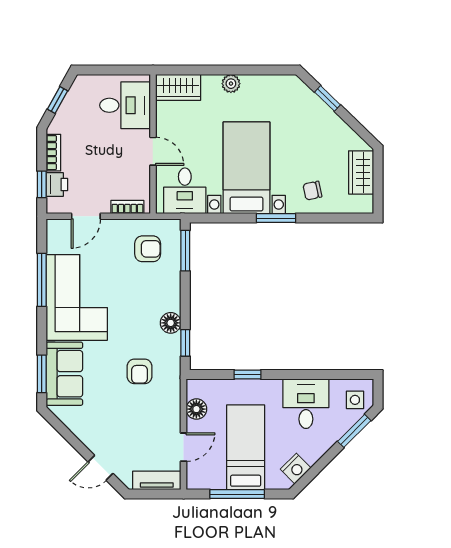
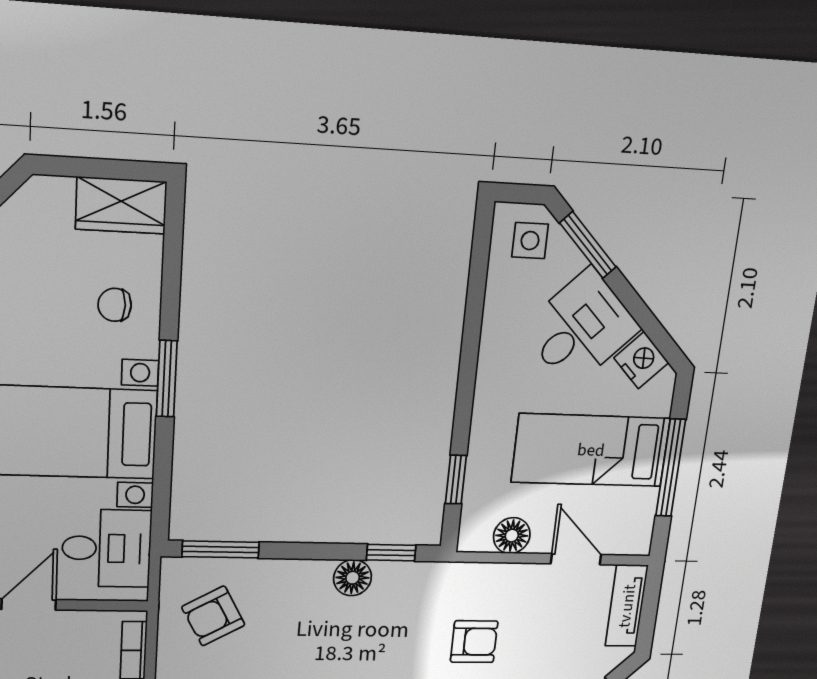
wardrobe: (361, 172) -> (121, 205), moved
chair: (312, 191) -> (115, 305), turned 102
armchair: (148, 249) -> (213, 616), turned -119
armchair: (139, 371) -> (474, 642), moved
window: (248, 374) -> (456, 480), moved
desk: (306, 404) -> (581, 328), moved, turned 135

